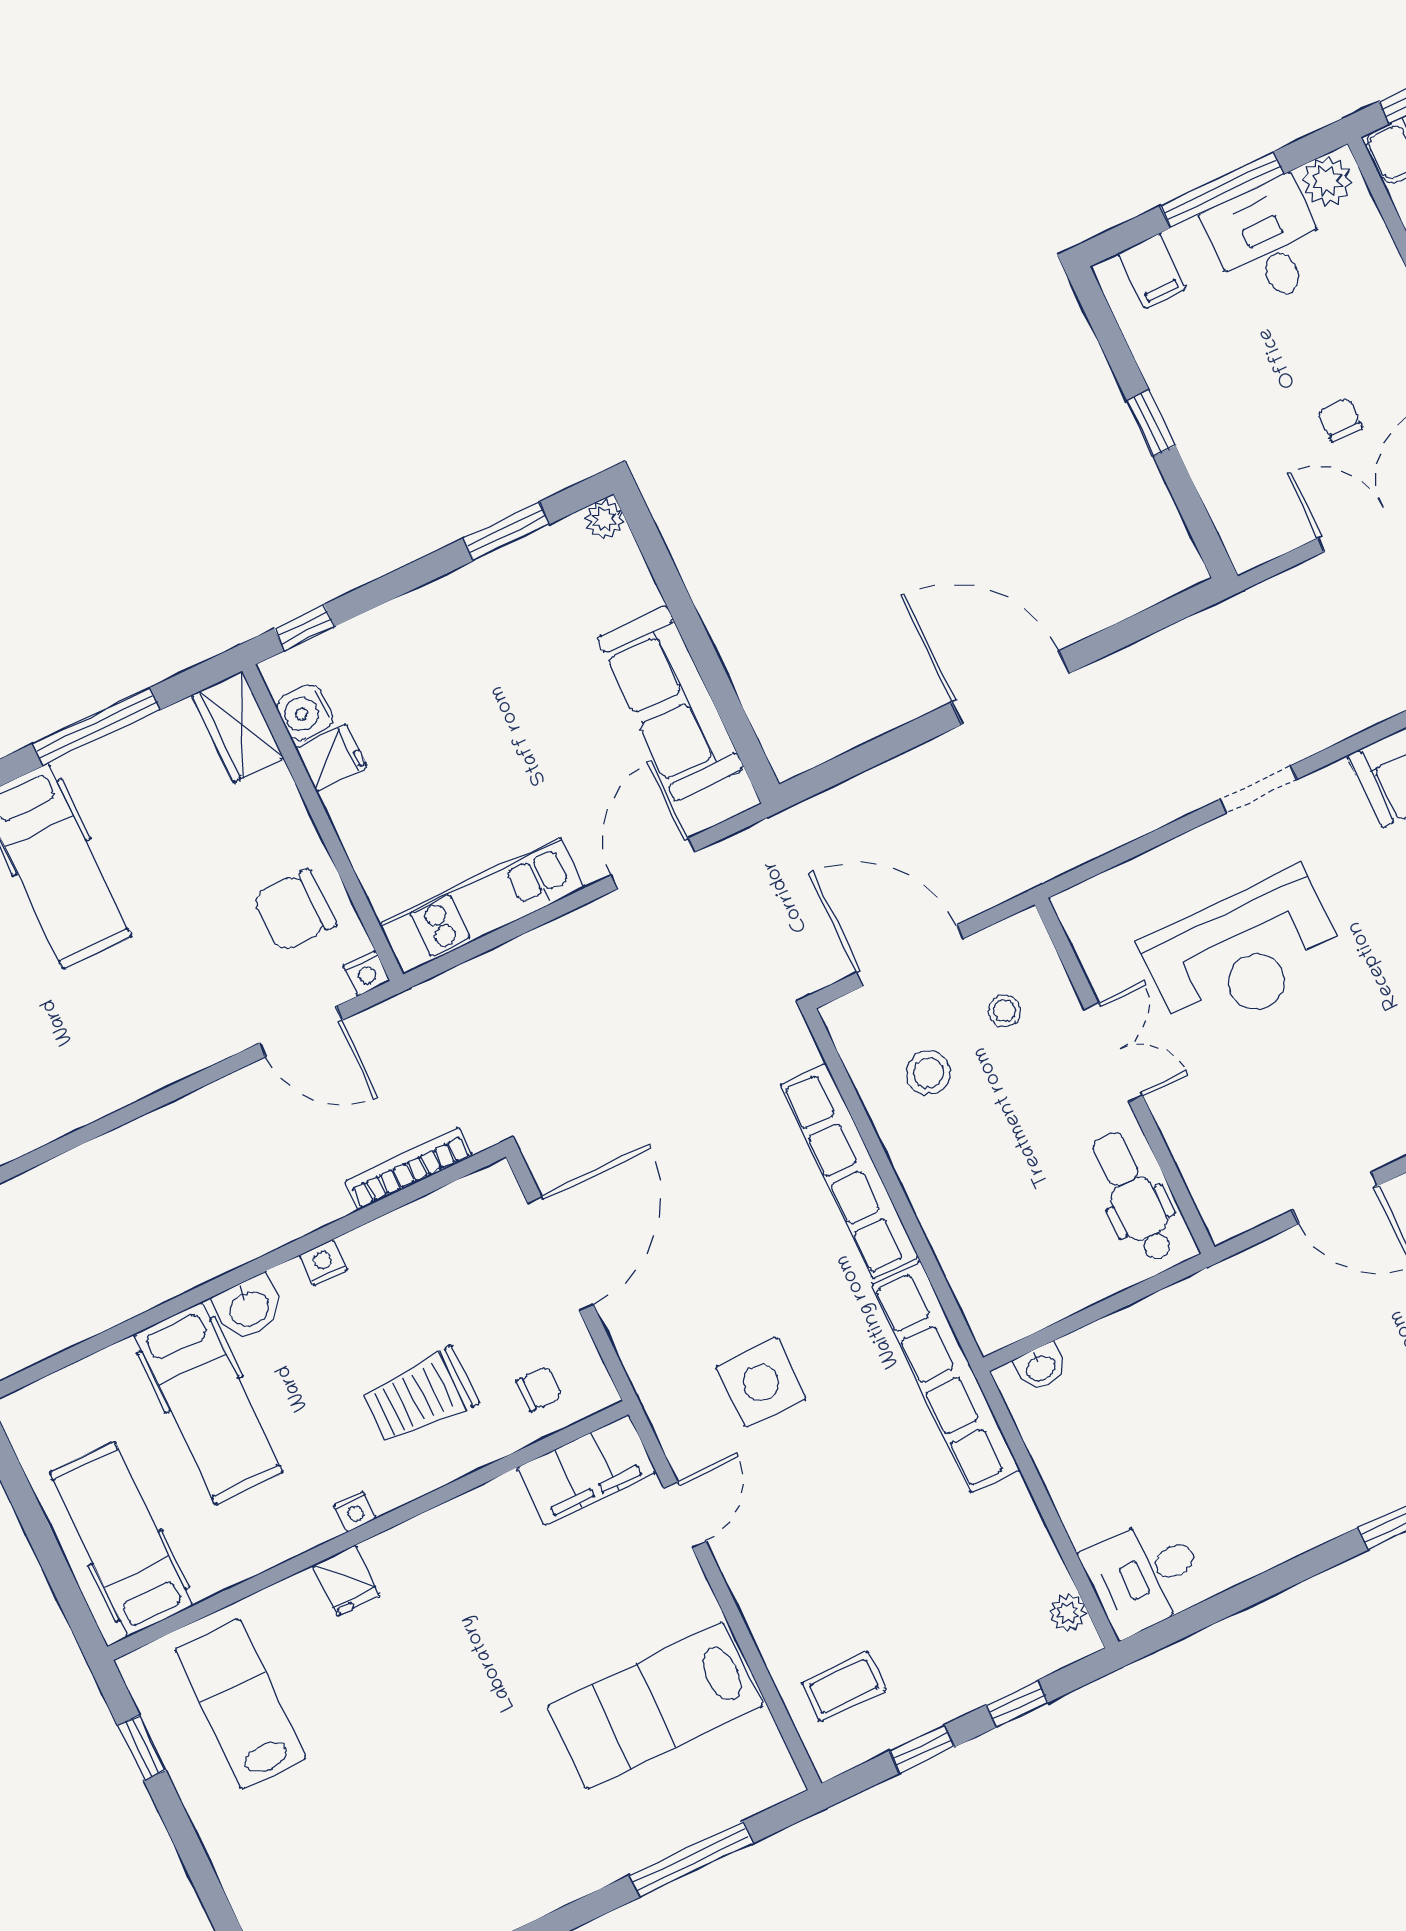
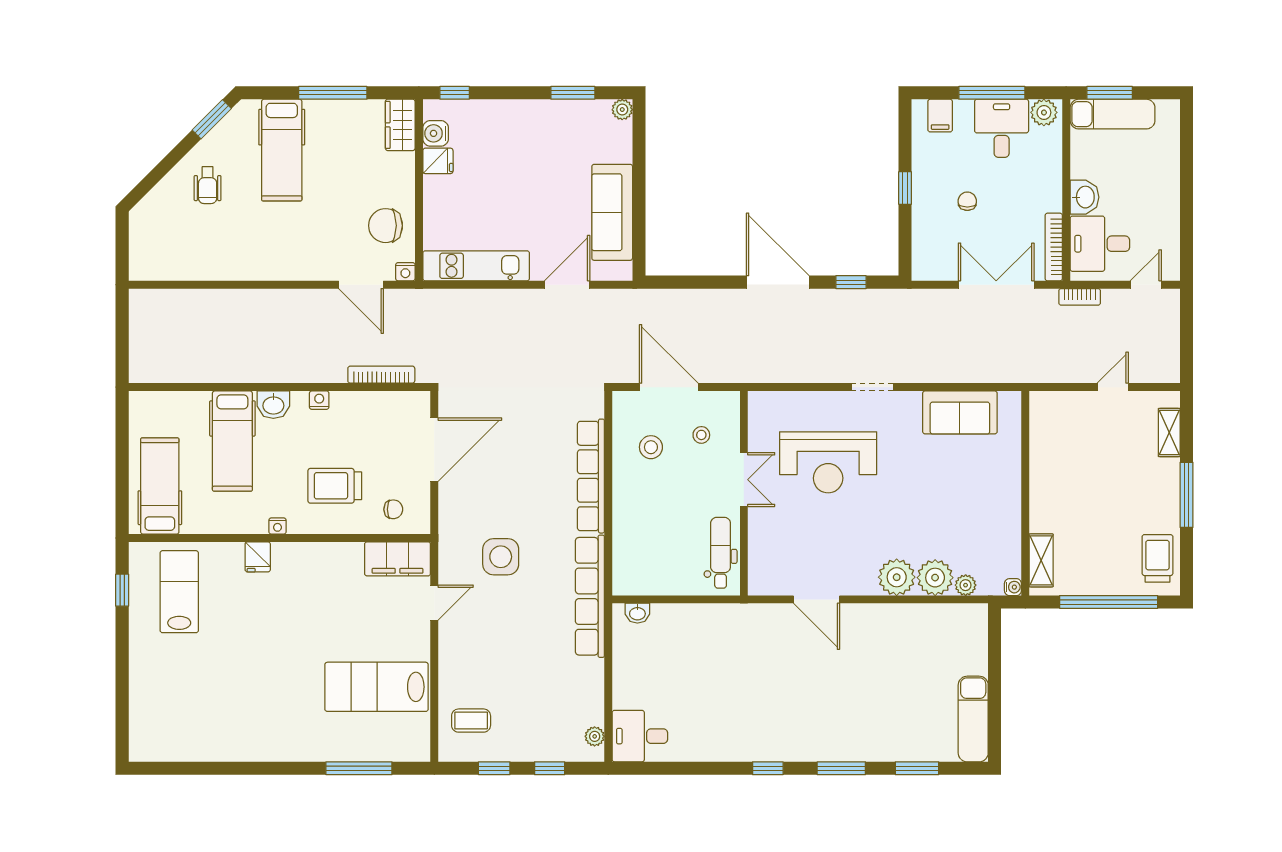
chair: (1340, 420) -> (967, 201), moved
window: (1136, 628) -> (851, 282), added

